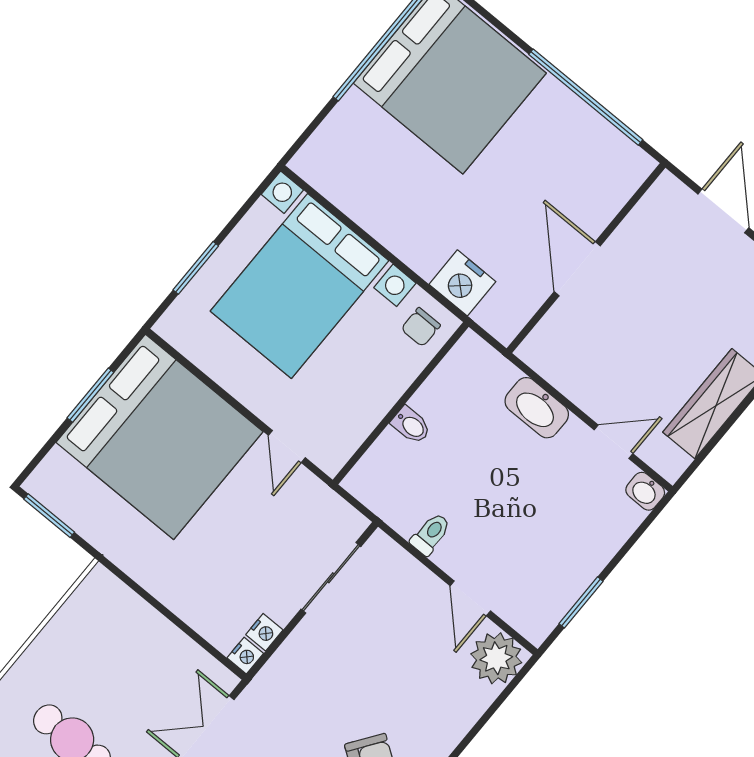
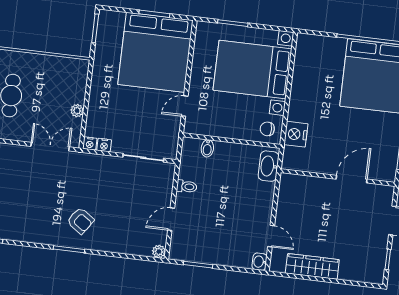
door: (577, 269) -> (352, 179), moved
washbasin: (537, 408) -> (269, 166), moved
bidet: (411, 425) -> (207, 148), moved
plant: (173, 641) -> (77, 111), added
plant: (496, 658) -> (159, 252), width x0.53, depth x0.53

